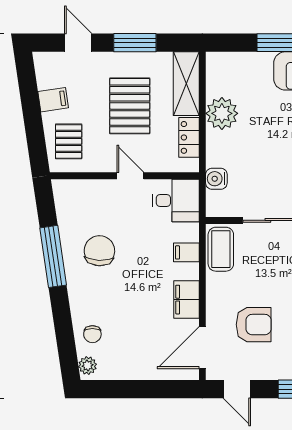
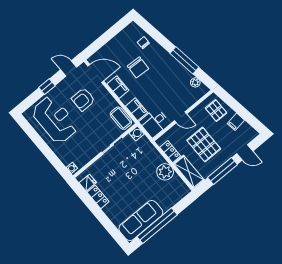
window: (135, 43) -> (222, 171), width x1.44
water cooler: (216, 179) -> (137, 134), moved
chair: (99, 251) -> (138, 67), moved
filing cabinet: (186, 252) -> (136, 109), width x2.00
door: (202, 348) -> (96, 73), hinge flipped
plant: (88, 366) -> (195, 82), moved

